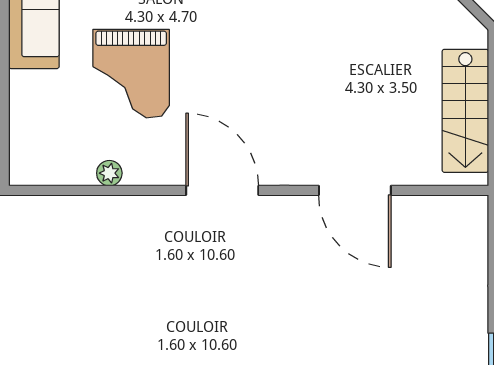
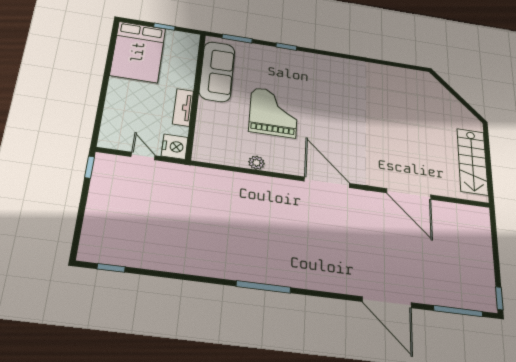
grand piano: (131, 74) -> (274, 113), turned 180

